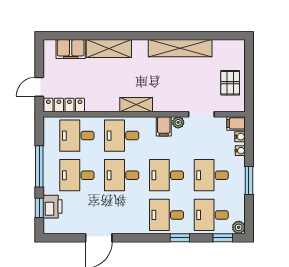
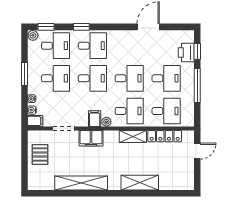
filing cabinet: (71, 49) -> (91, 138), moved, turned 180
locker: (64, 105) -> (165, 136), moved
shelving: (136, 105) -> (133, 136), moved
plant: (178, 122) -> (106, 122), moved

